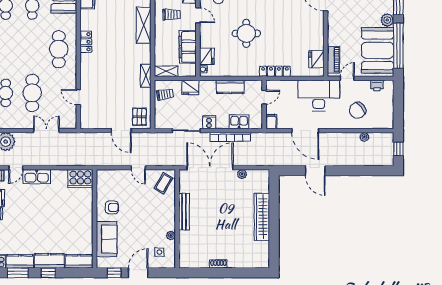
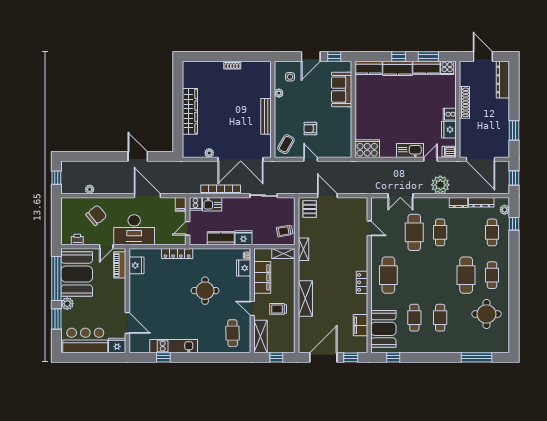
fridge: (190, 87) -> (243, 238), moved
cooker: (209, 122) -> (195, 204), moved
armchair: (112, 207) -> (310, 129), moved

